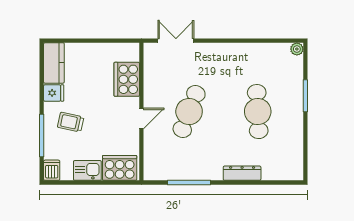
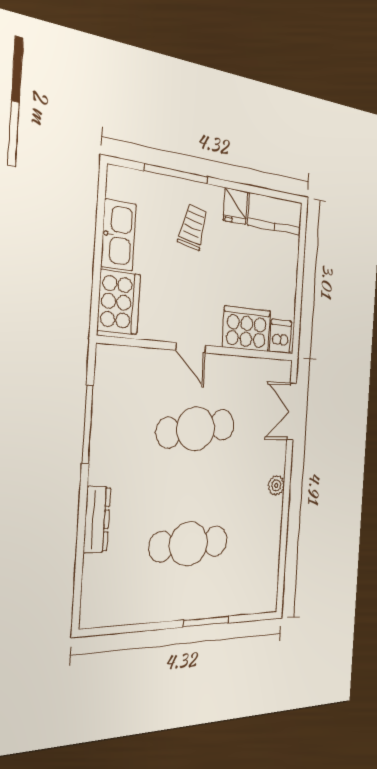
double door: (176, 41) -> (292, 411), swing flipped
plant: (297, 49) -> (276, 485), moved
cafe table: (189, 112) -> (196, 429), turned -30
dishwasher: (52, 170) -> (281, 336), moved, turned -90
kitchen sink: (87, 170) -> (119, 235), width x1.38

